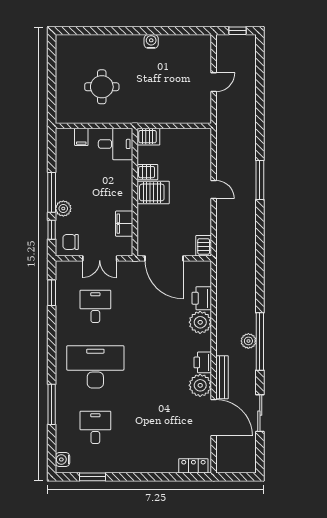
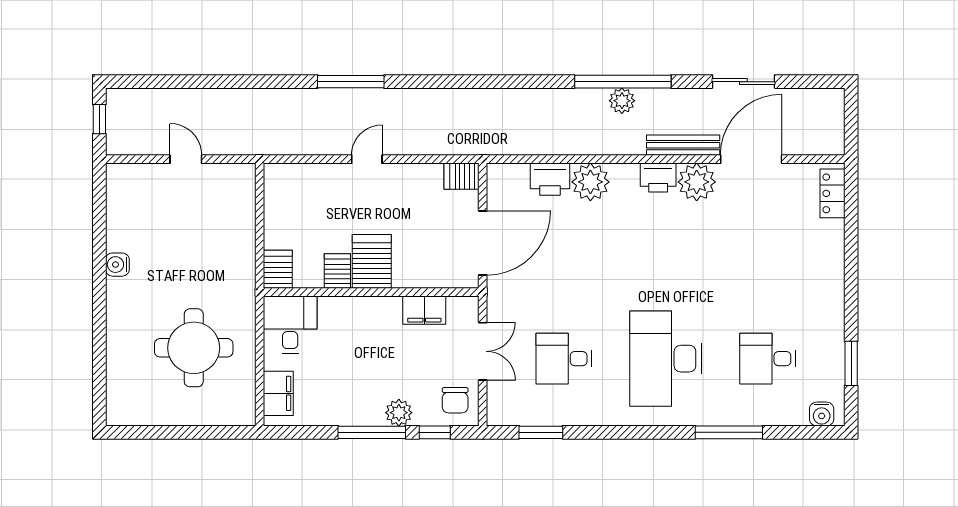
round table: (102, 87) -> (194, 348), width x1.36, depth x1.36
filing cabinet: (81, 137) -> (278, 393), width x2.00

